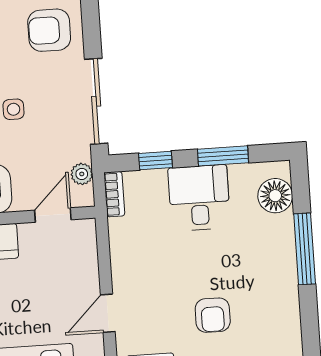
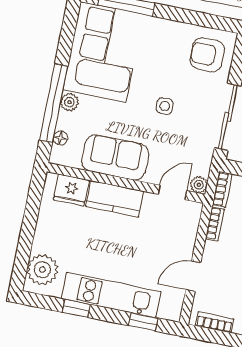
plant: (82, 174) -> (199, 185), moved
bookcase: (117, 240) -> (215, 224), added

